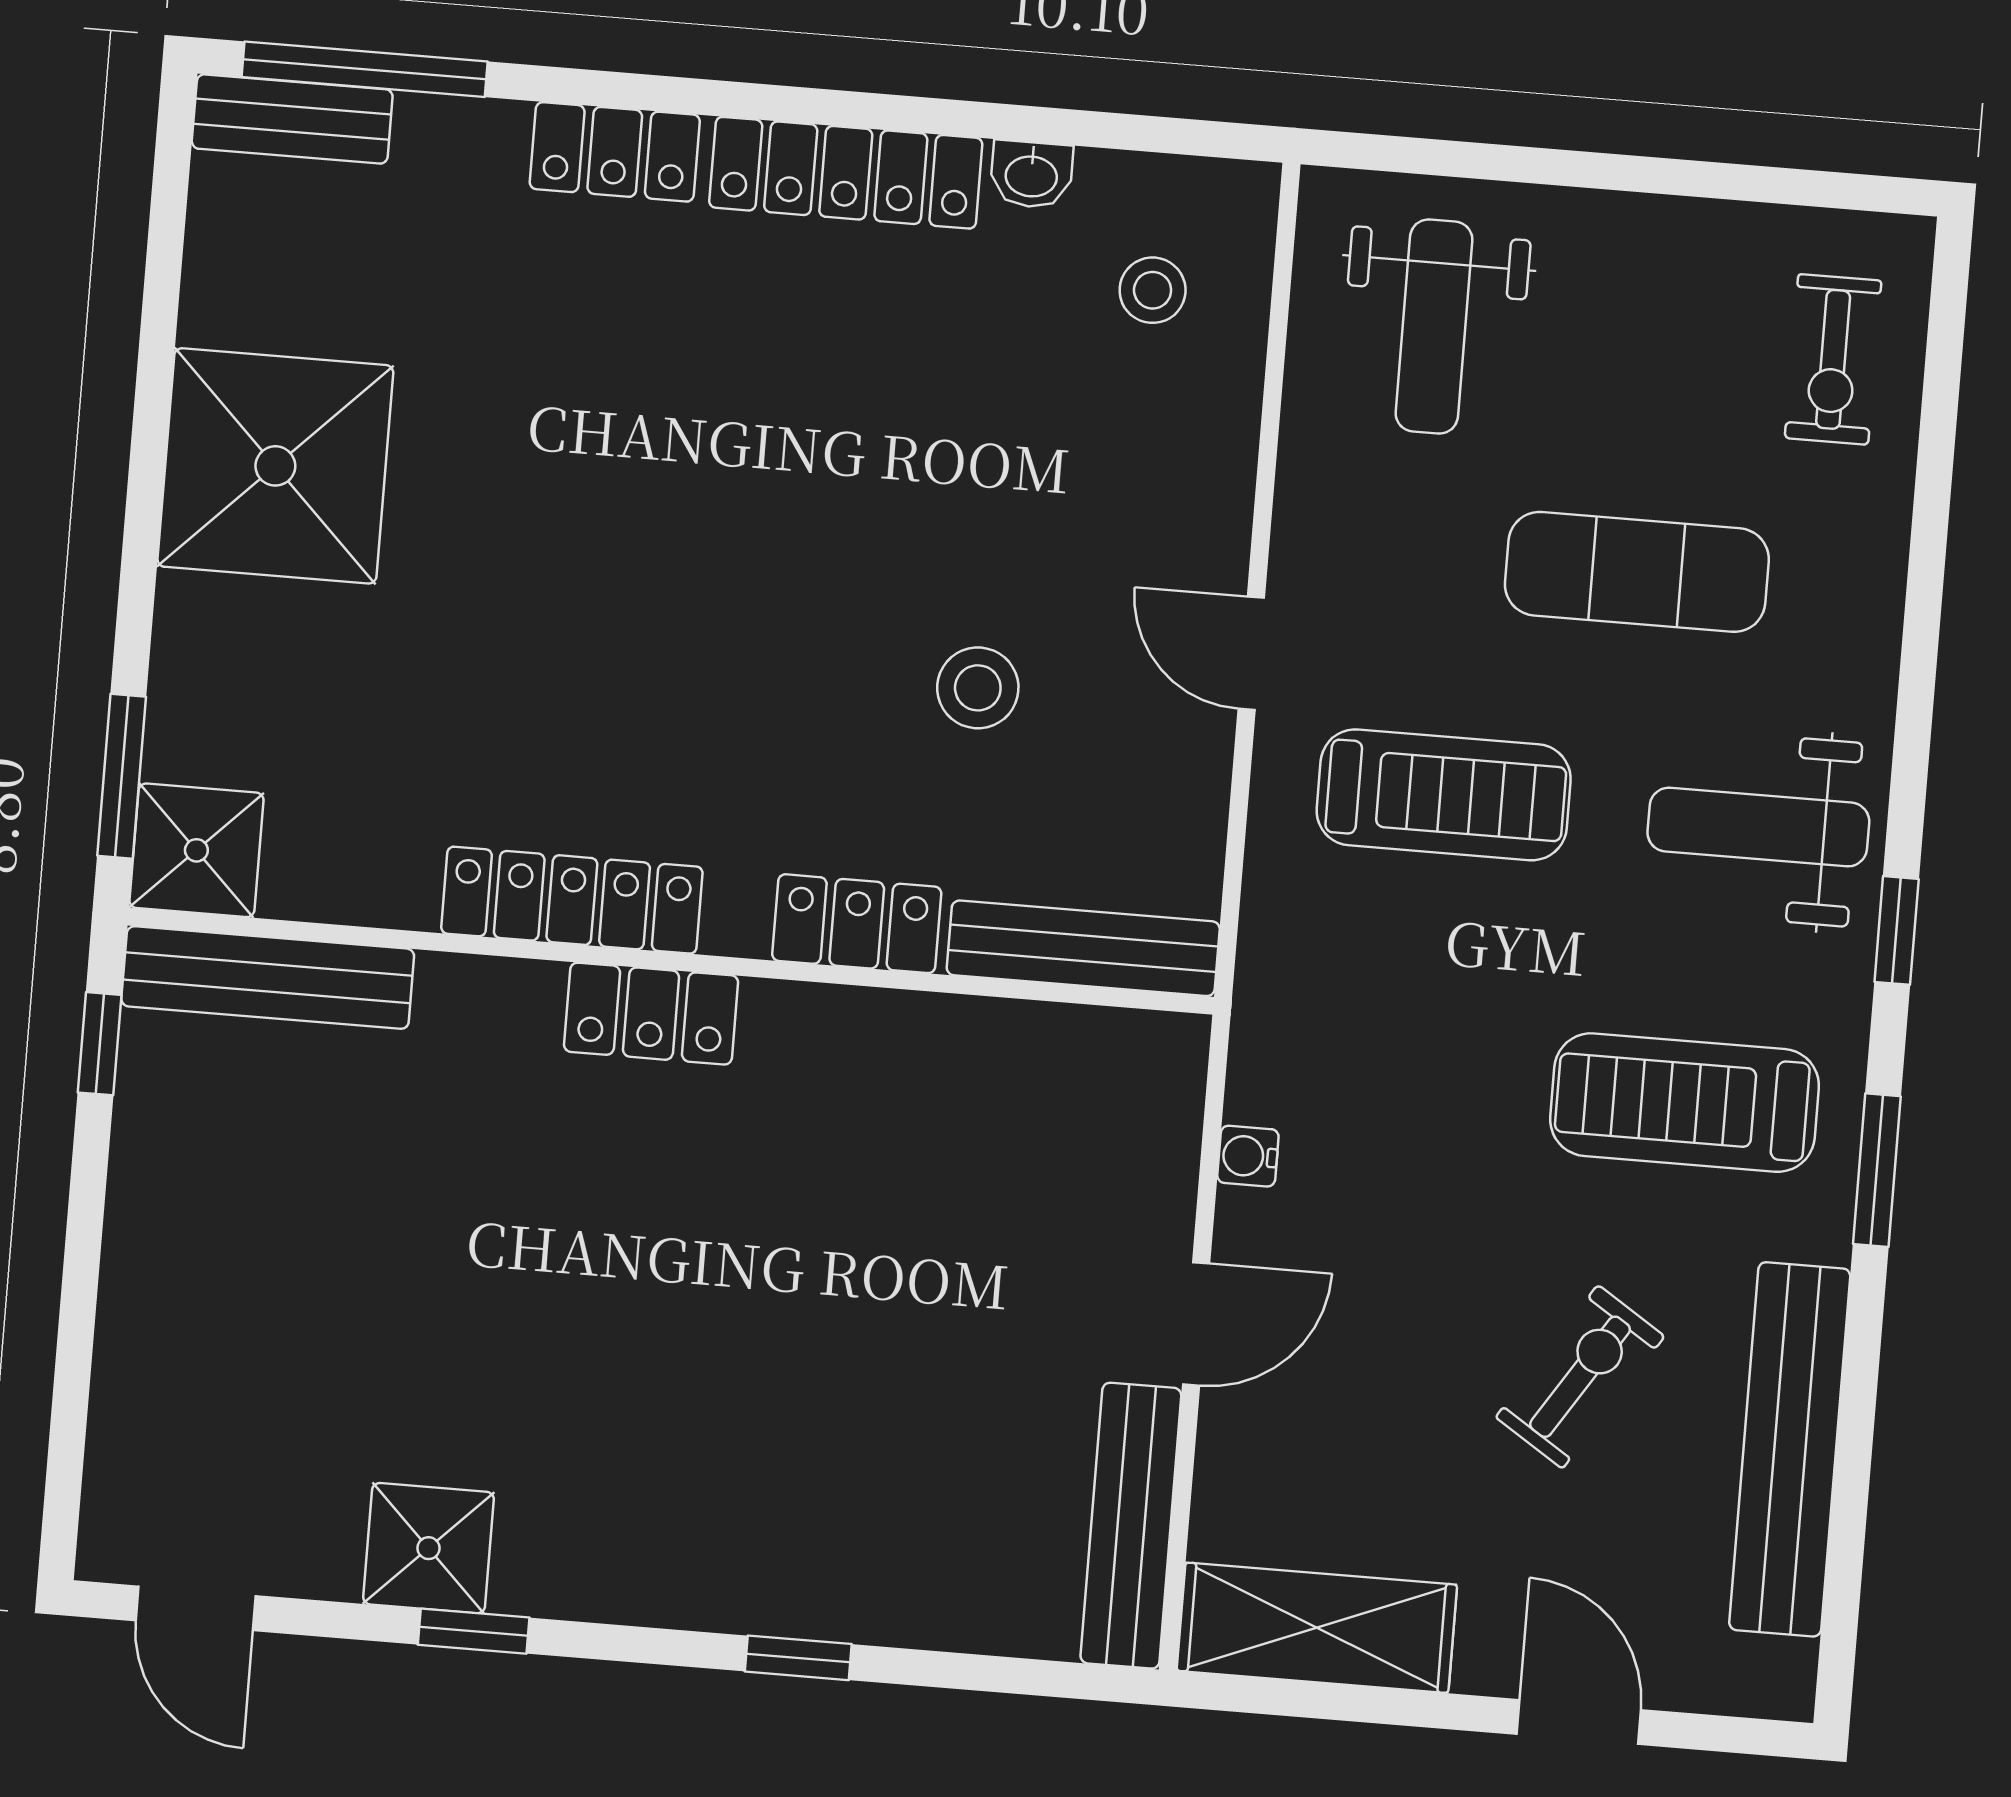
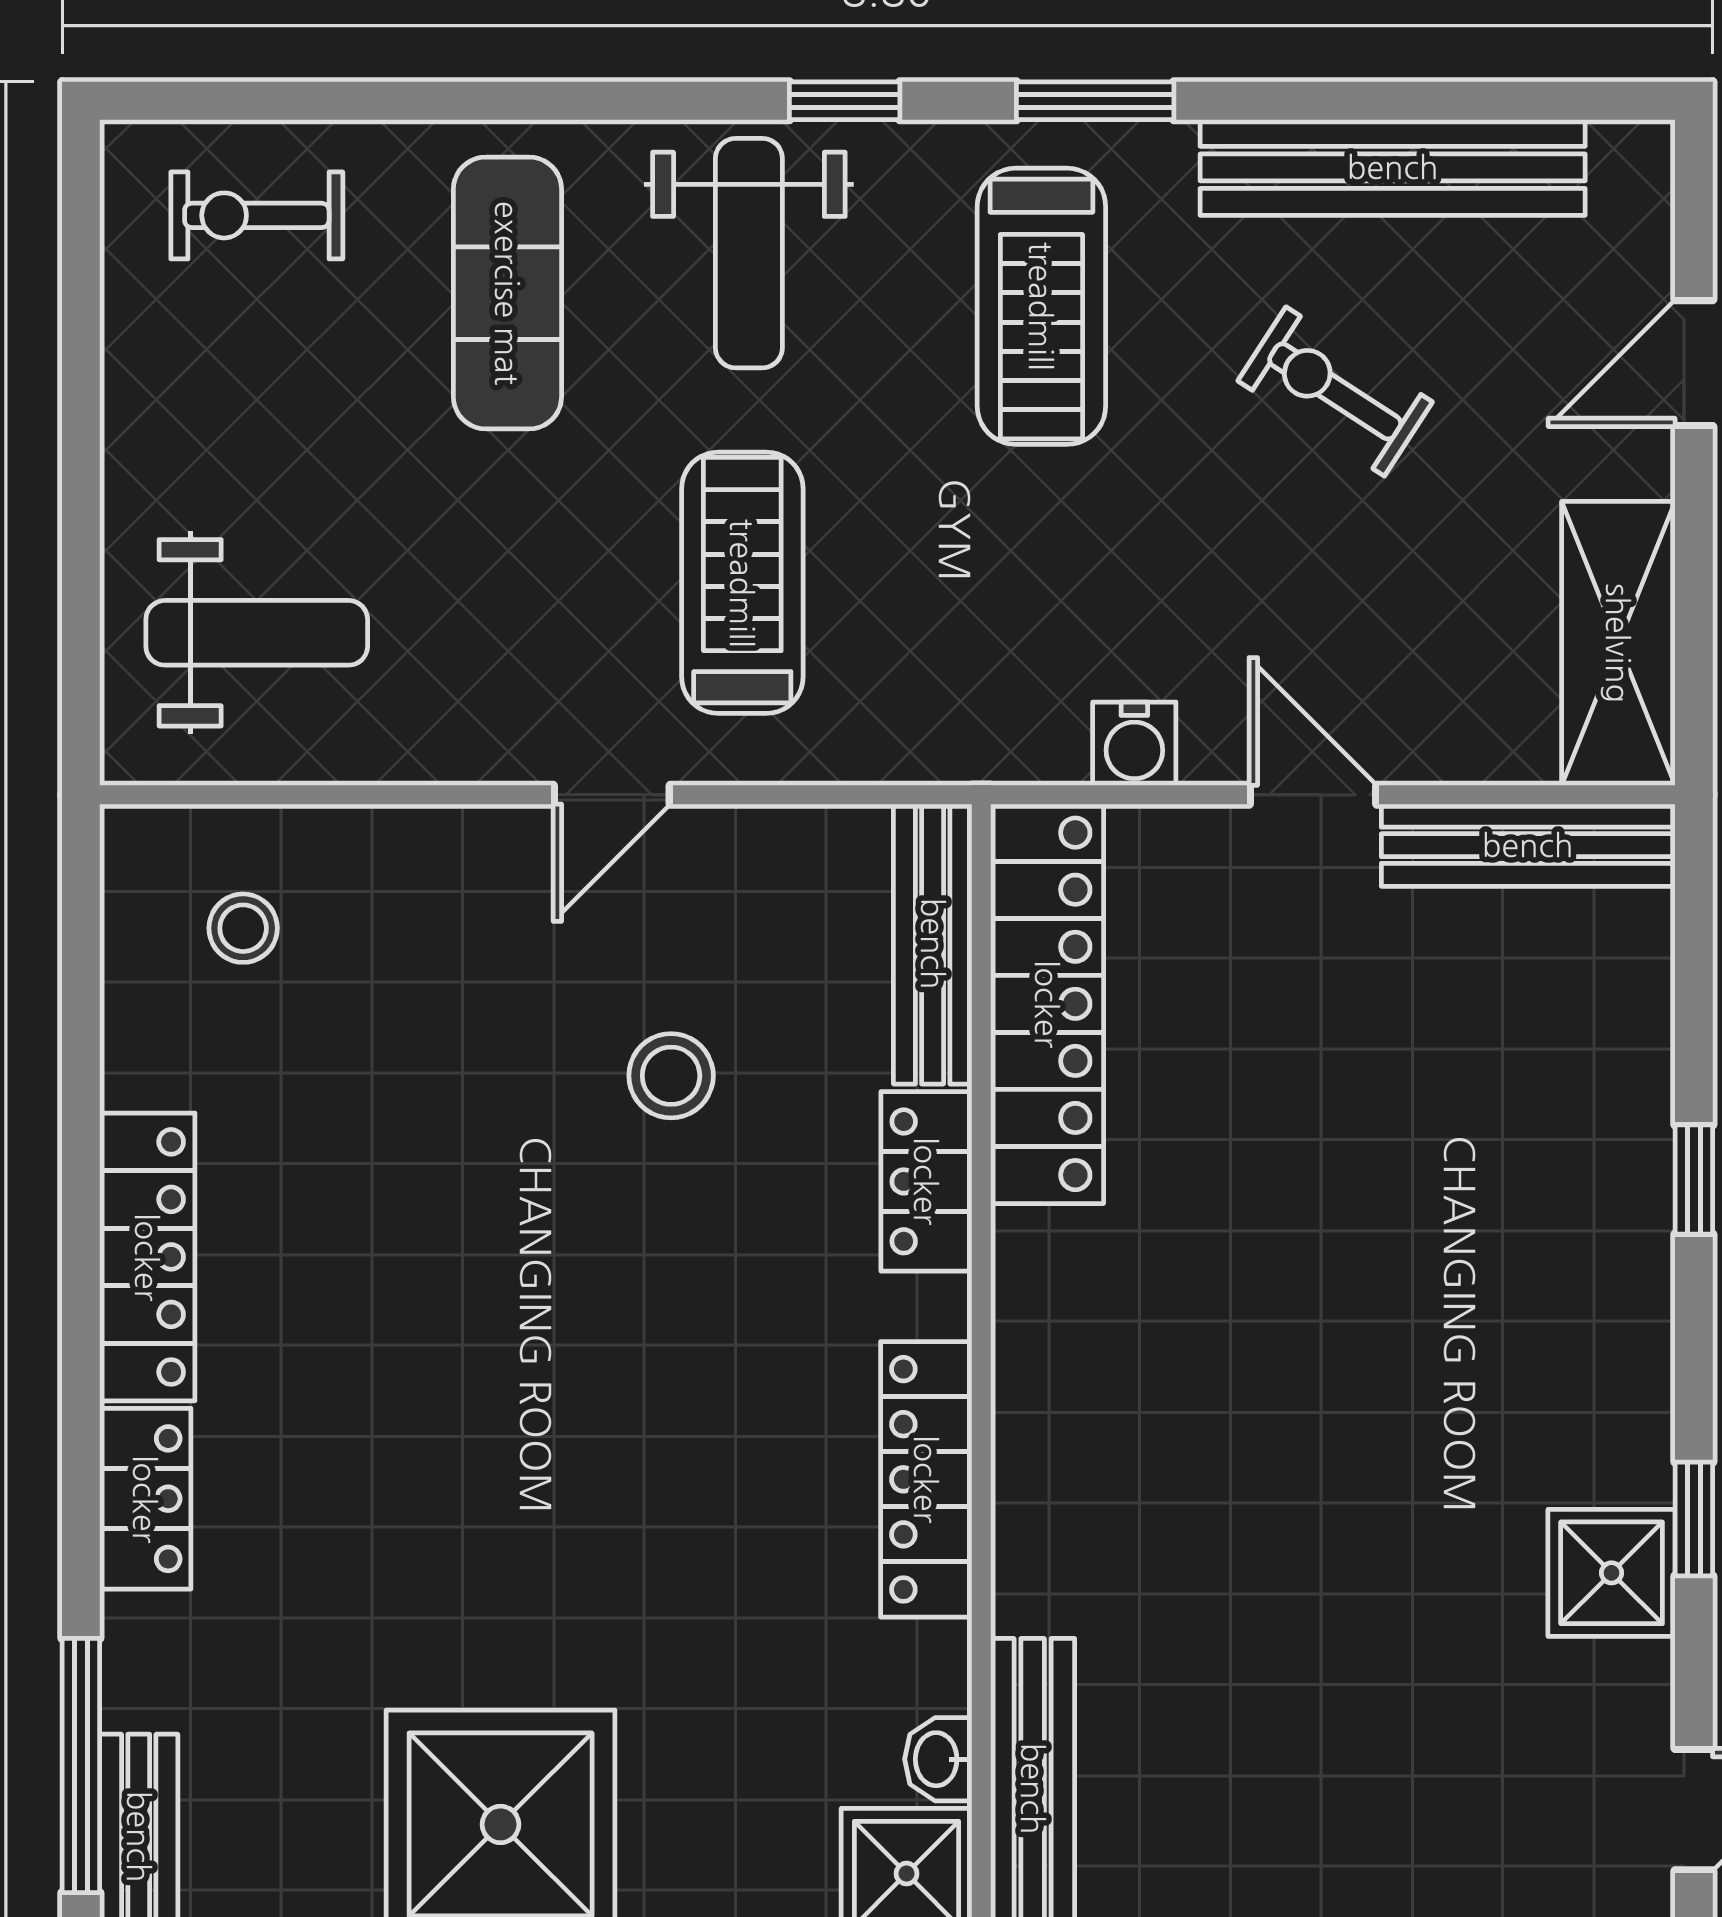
washbasin: (1031, 174) -> (938, 1759), moved, turned 180
exercise bike: (1833, 359) -> (257, 215), turned 180
exercise mat: (1637, 572) -> (507, 293), moved
locker: (651, 1014) -> (1047, 1004), moved, width x2.16, depth x1.21
water cooler: (1248, 1156) -> (1134, 744), width x1.38, depth x1.38

